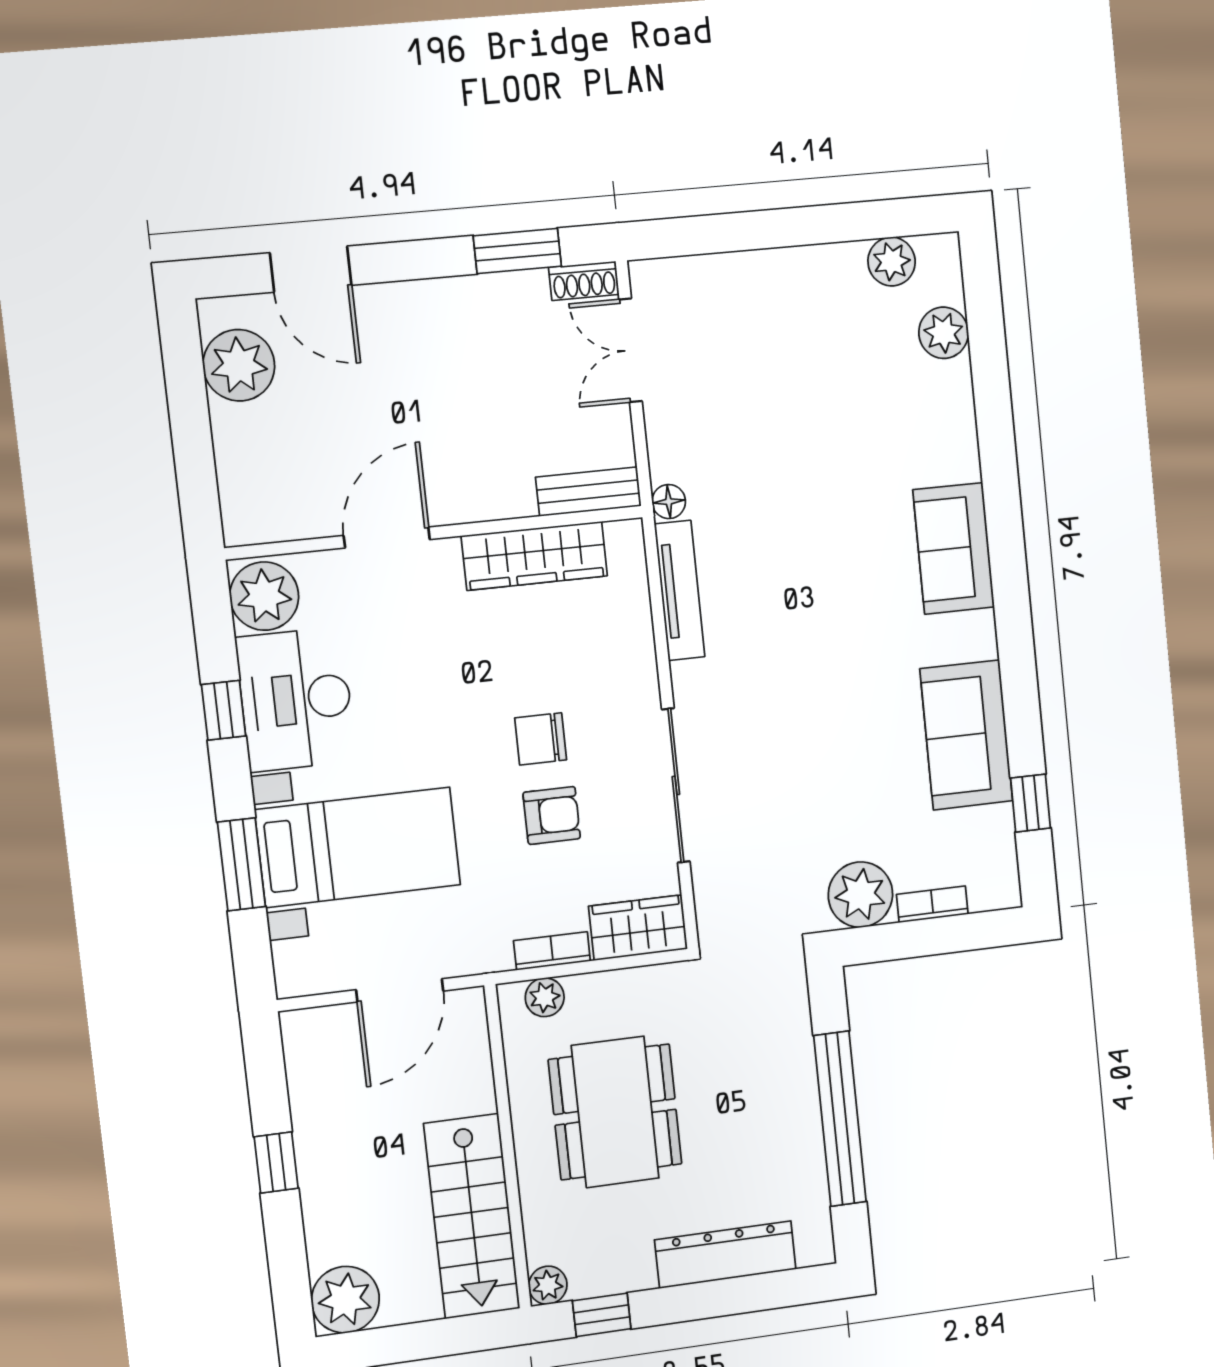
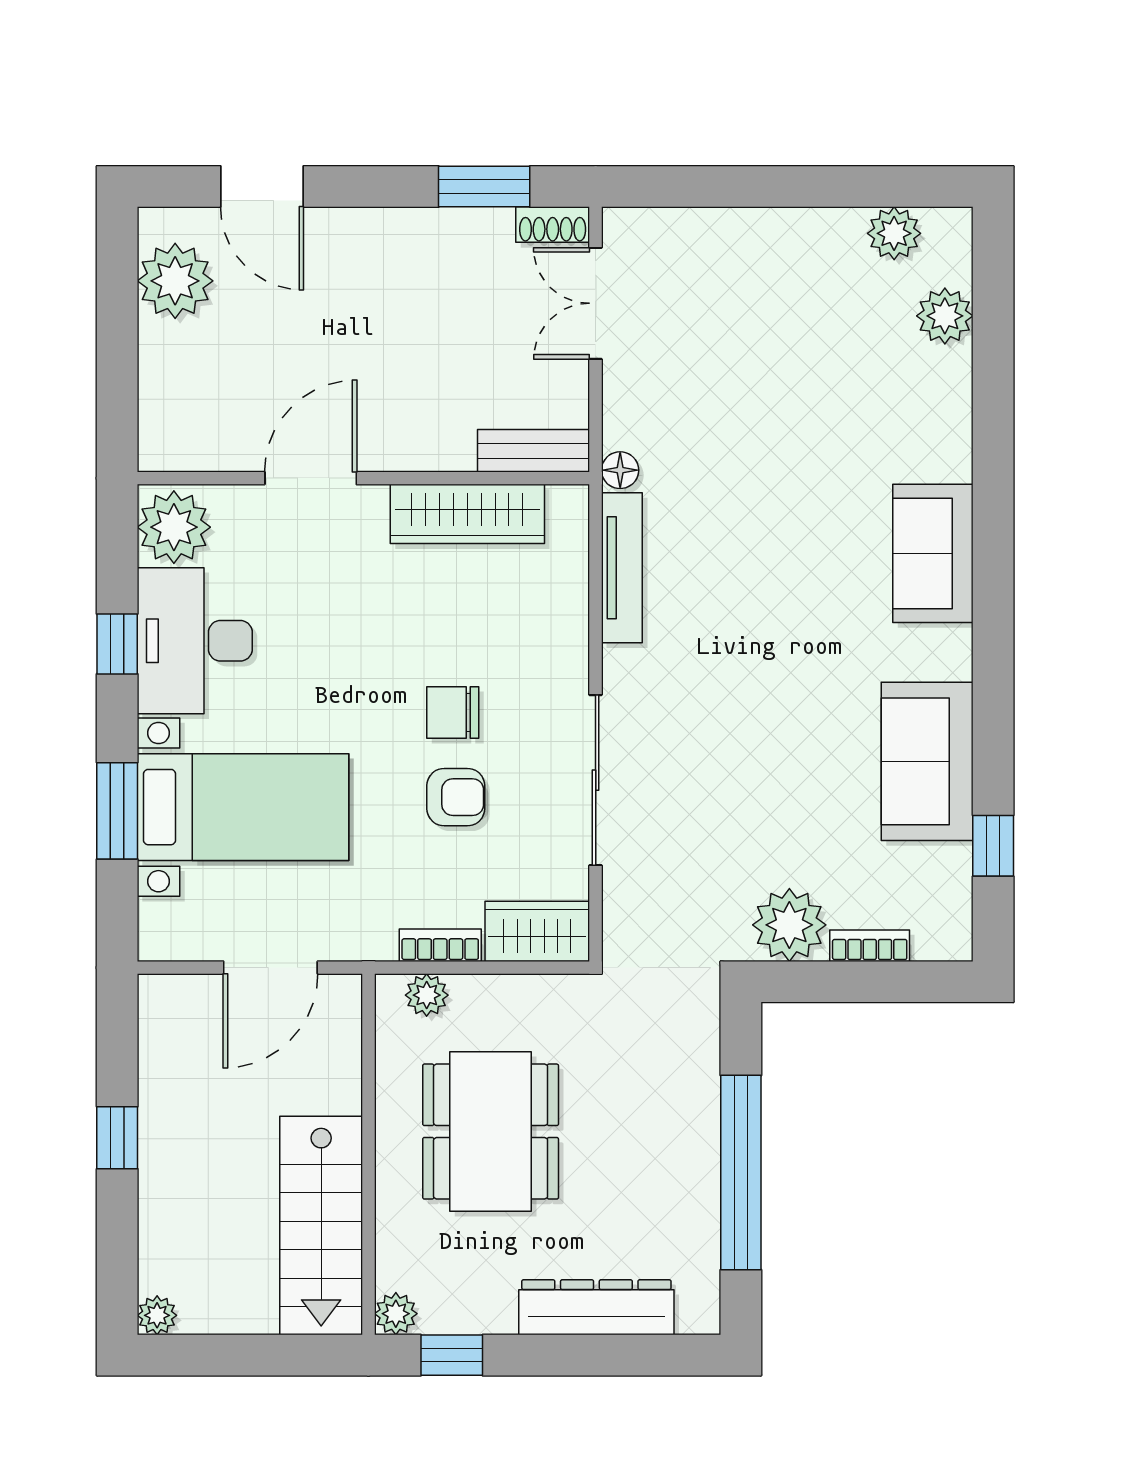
plant: (345, 1300) -> (157, 1315), width x0.53, depth x0.53

